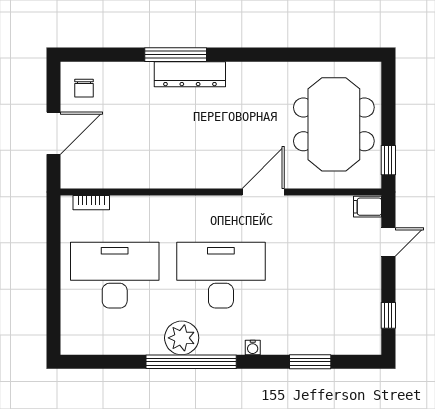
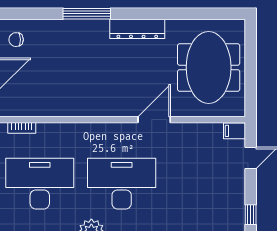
dresser: (190, 74) -> (137, 29), moved
chair: (84, 88) -> (16, 40), turned 88
window: (388, 160) -> (251, 95), removed

